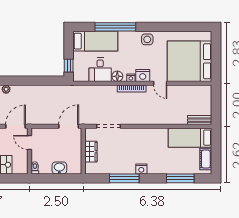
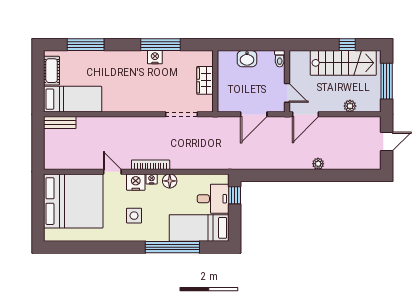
side table: (147, 39) -> (134, 216), moved
desk: (100, 70) -> (213, 199), moved, turned 90
door: (69, 126) -> (254, 114), moved
nightstand: (141, 169) -> (155, 57), moved

